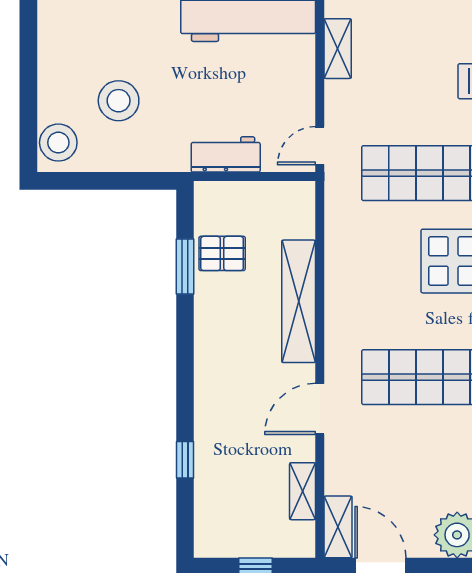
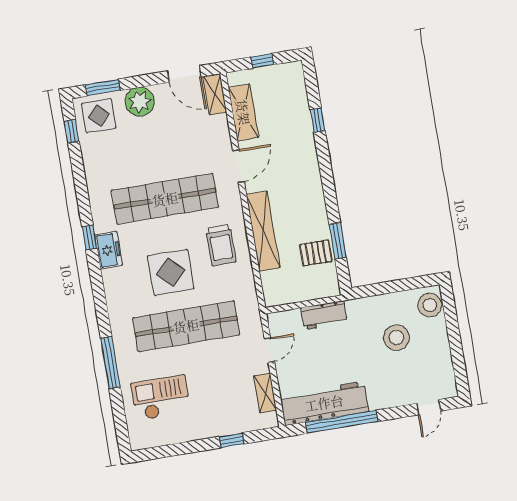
door: (320, 146) -> (269, 350), moved
trolley: (368, 290) -> (221, 245), added
shelving: (303, 491) -> (243, 112), width x1.50, depth x1.33

